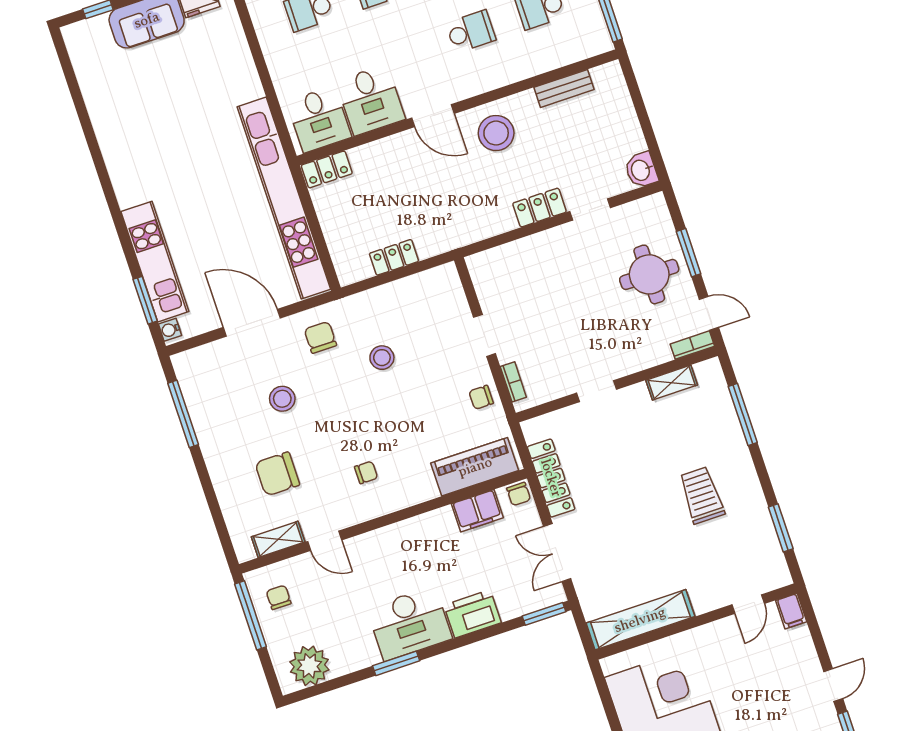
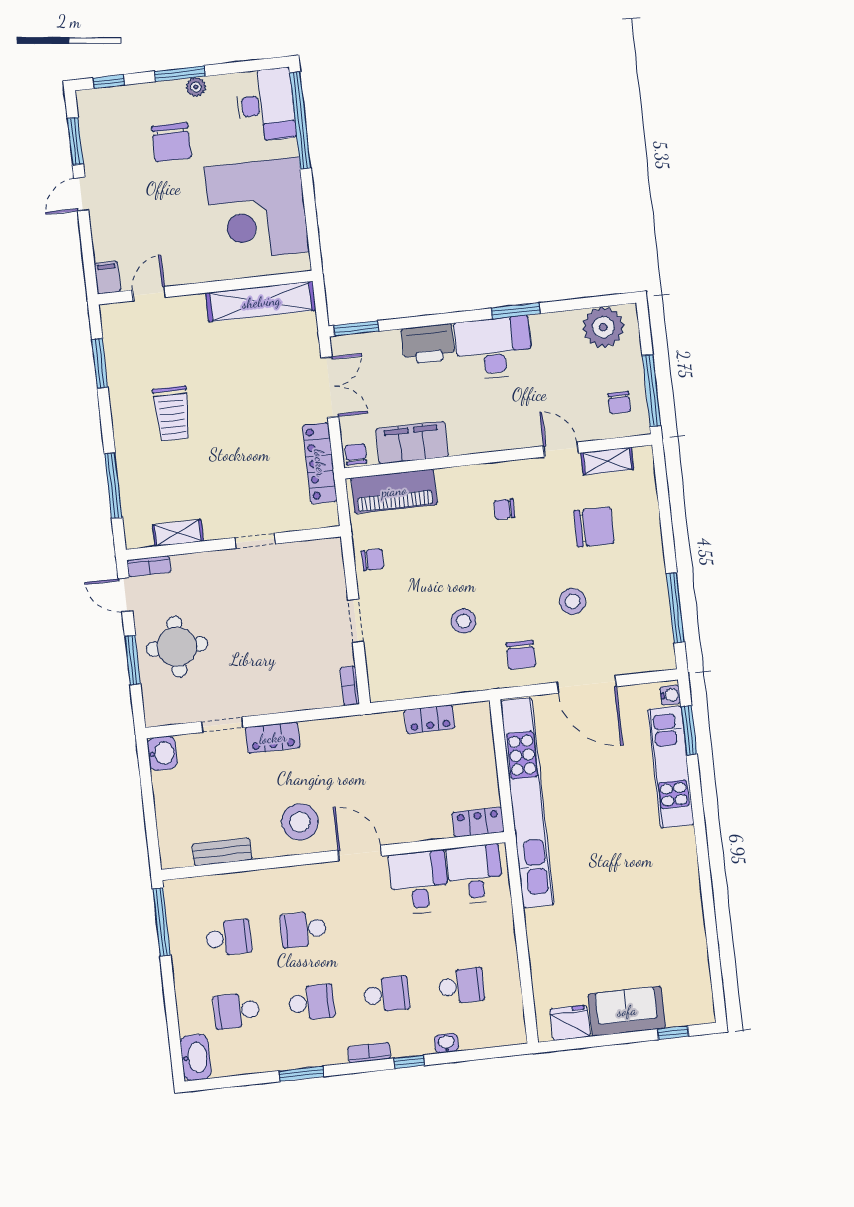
bookcase: (513, 382) -> (350, 686), moved
filing cabinet: (477, 511) -> (412, 443), width x1.50, depth x1.17

